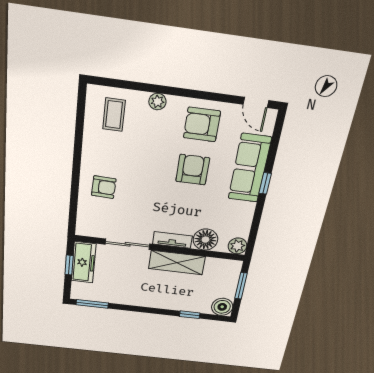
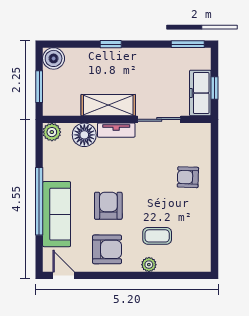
coffee table: (114, 115) -> (157, 236), moved, turned 90
armchair: (193, 170) -> (108, 206), turned 180
window: (265, 183) -> (39, 201), width x3.17
window: (190, 315) -> (111, 44), moved

